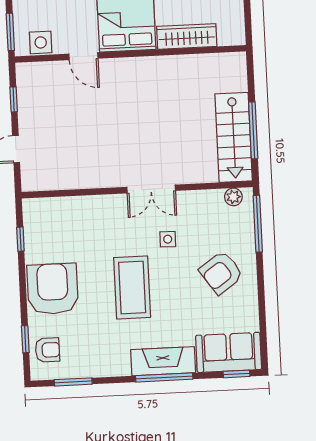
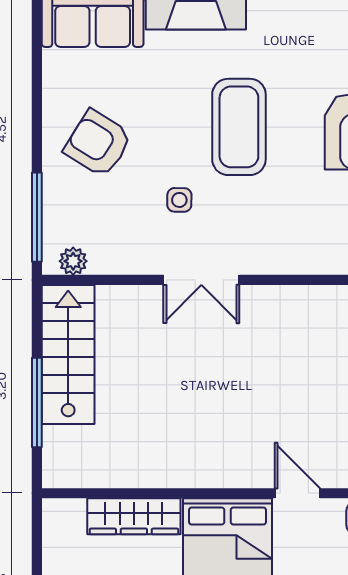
window: (253, 130) -> (37, 403), moved
double door: (151, 189) -> (201, 280), swing flipped
armchair: (221, 273) -> (98, 143), turned -113

